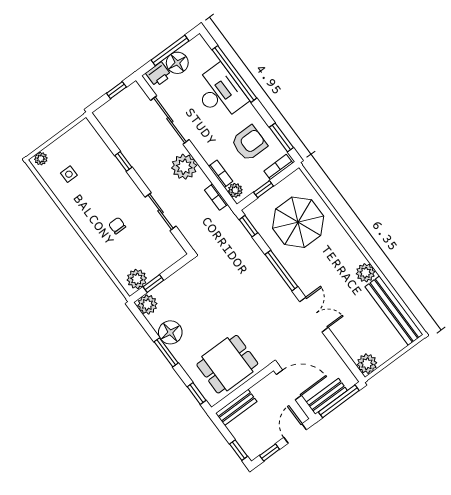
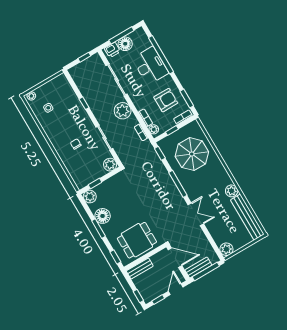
plant: (137, 279) -> (110, 165), moved

